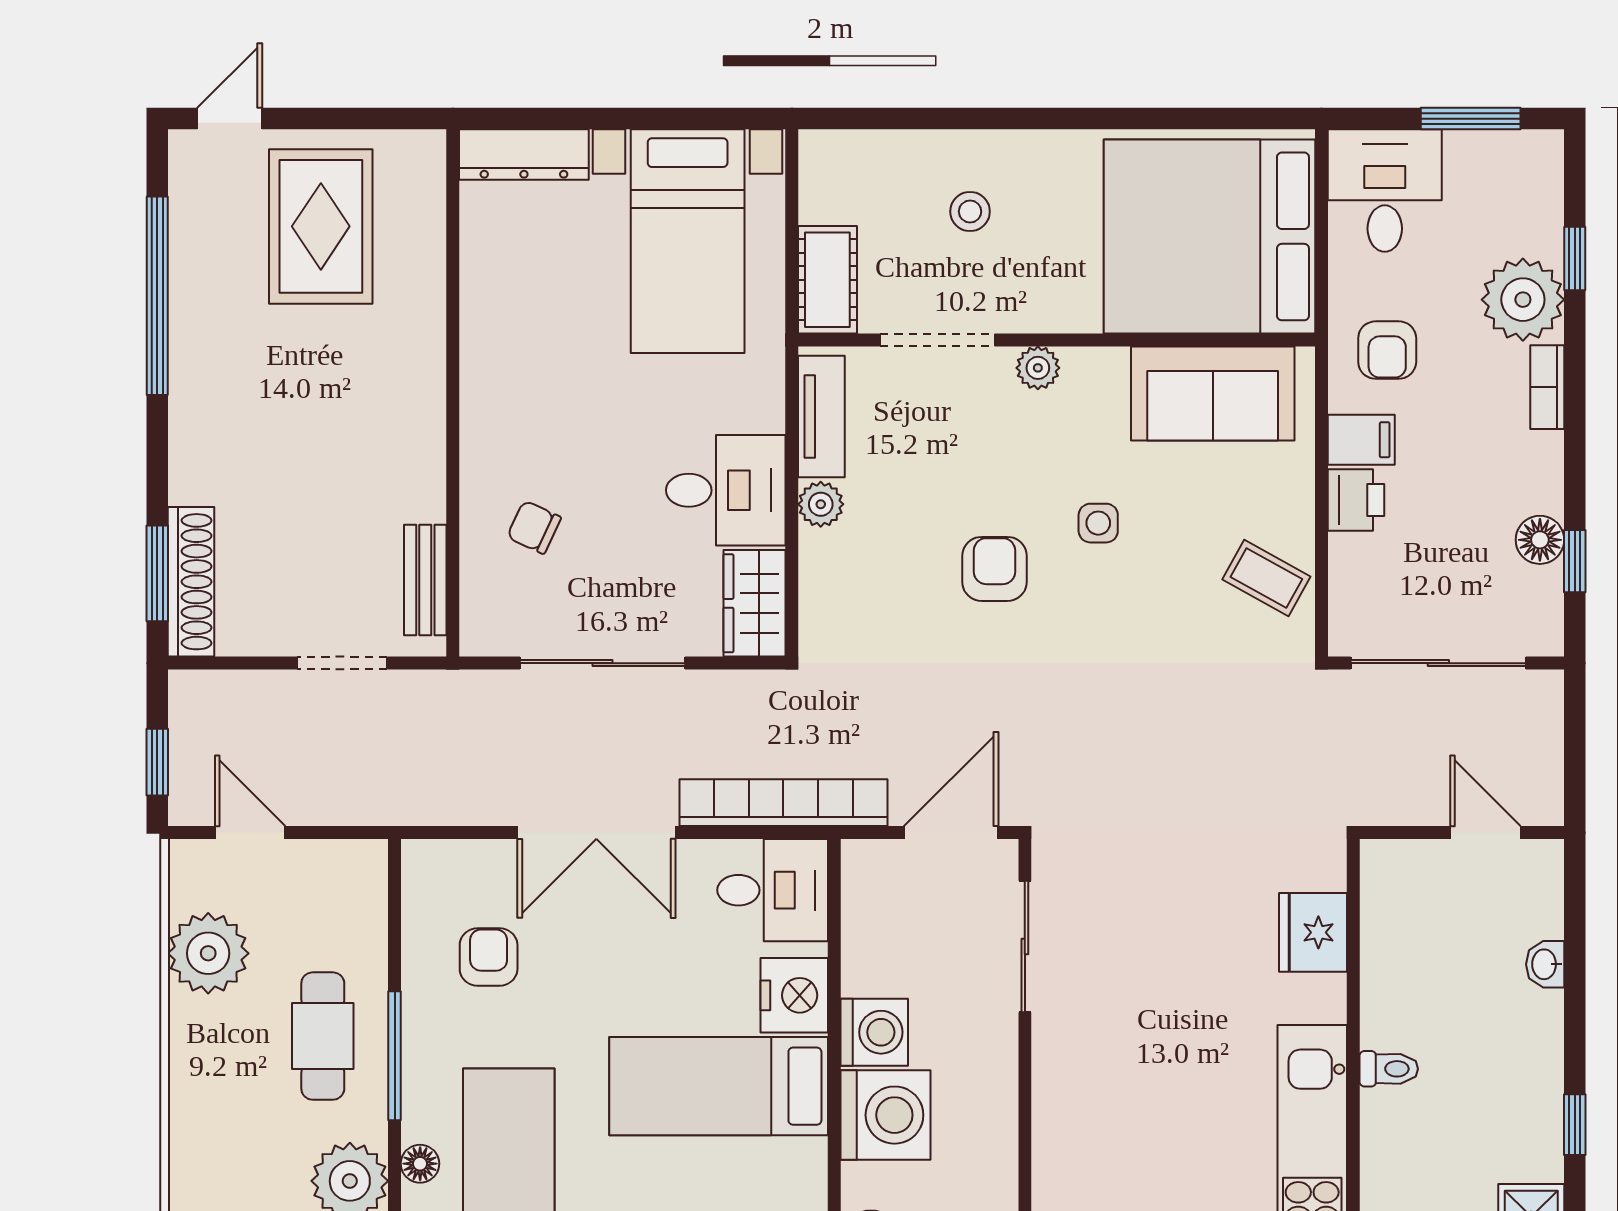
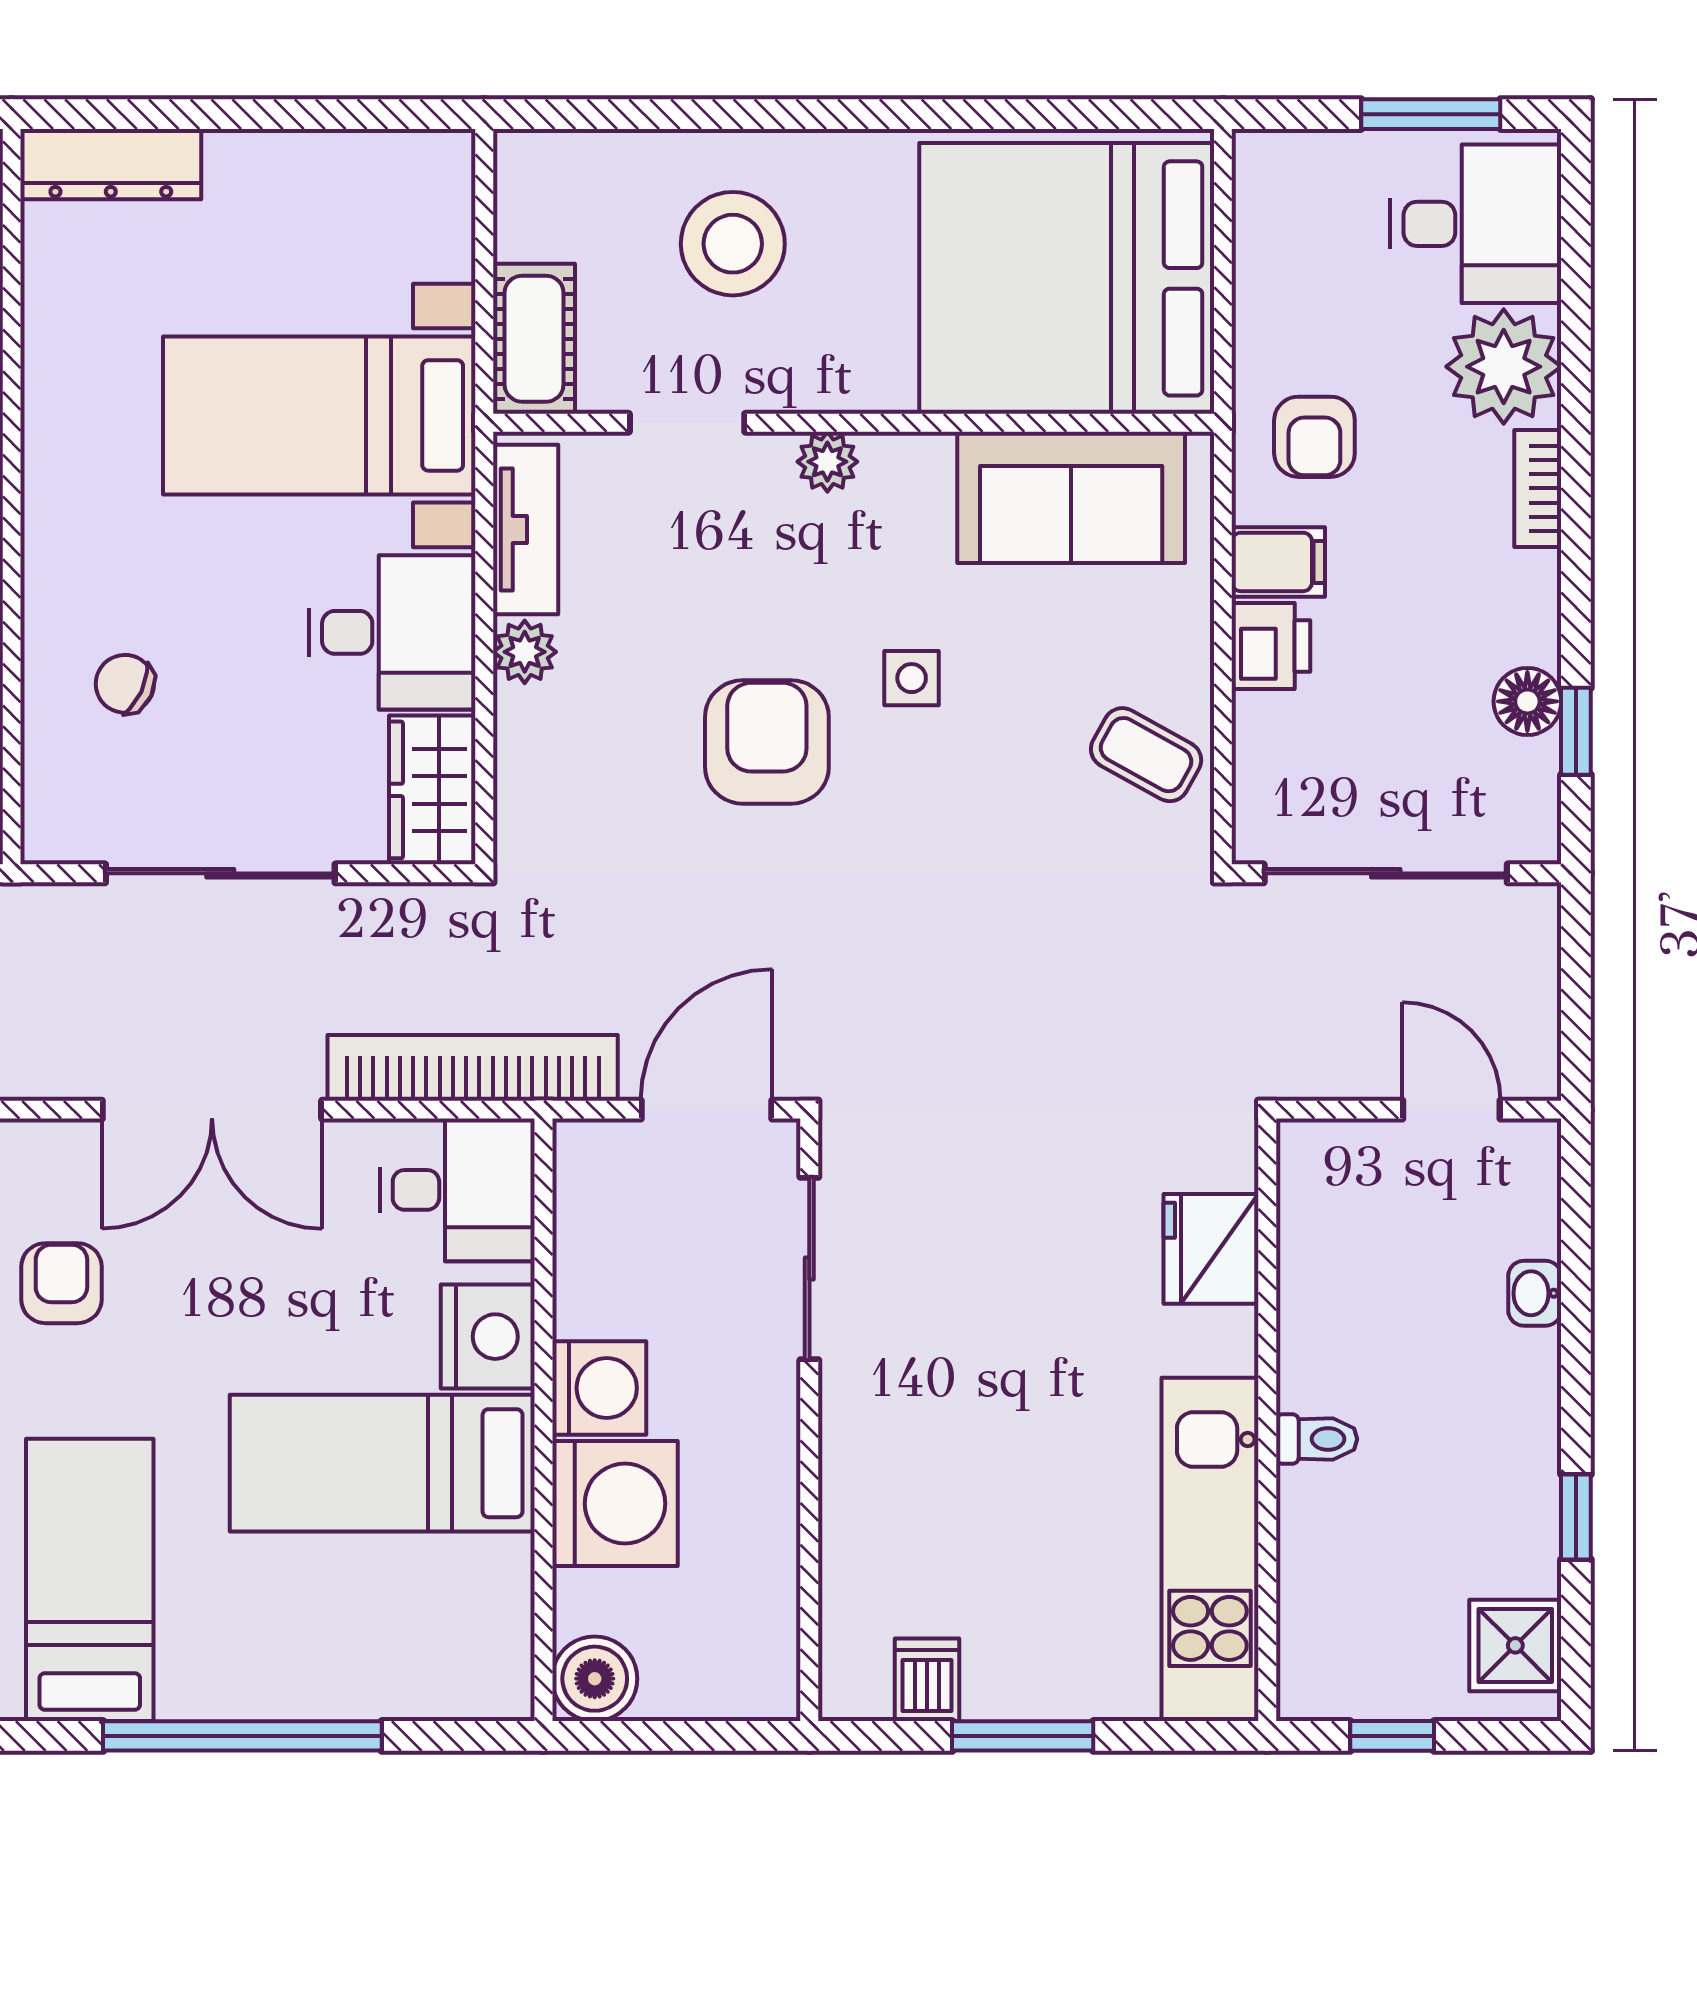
desk: (1385, 190) -> (1476, 224), moved, turned 90
stool: (970, 212) -> (733, 244), width x1.89, depth x1.89
bed with nightstands: (688, 241) -> (319, 415), moved, turned 90
window: (1575, 258) -> (1576, 309), removed
doorway: (937, 340) -> (687, 423), width x0.73
armchair: (995, 569) -> (767, 742), width x1.38, depth x1.38

